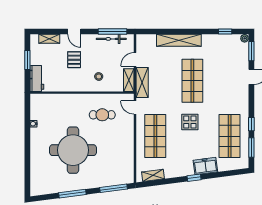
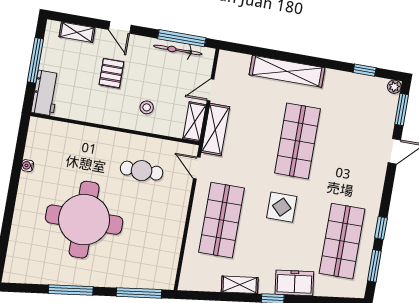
window: (27, 60) -> (35, 60), width x1.44
shelving: (153, 175) -> (240, 285), moved

